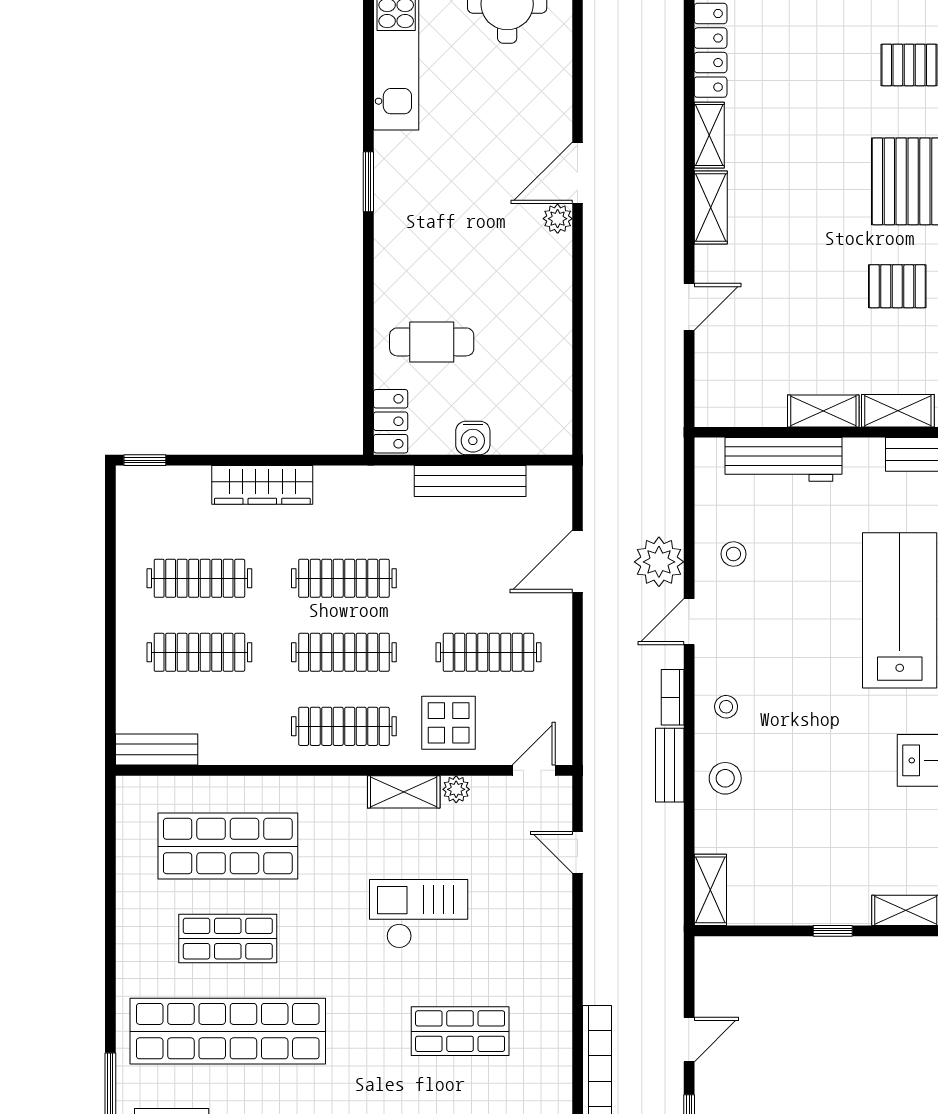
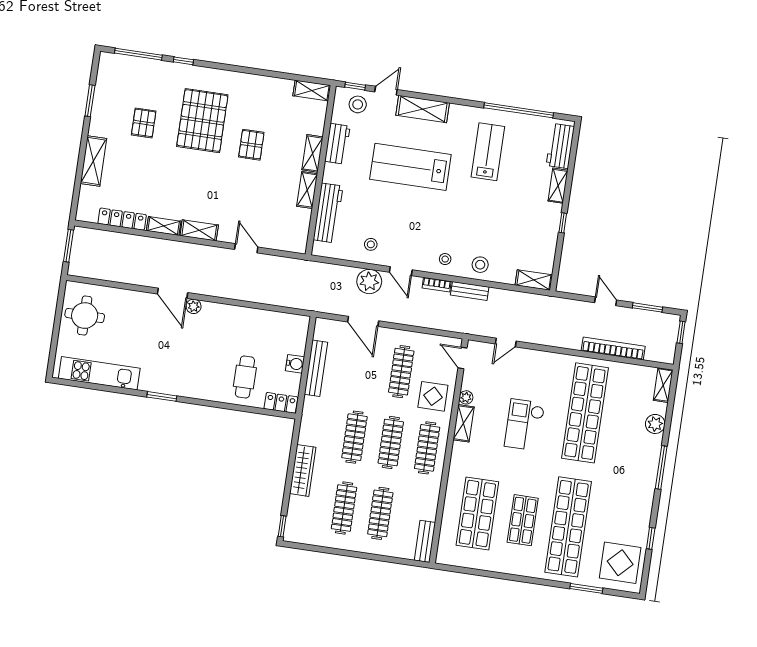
shop shelf: (460, 1031) -> (585, 413), width x2.00, depth x1.36

